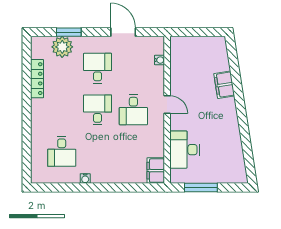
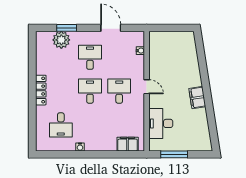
locker: (37, 79) -> (41, 90), moved
filing cabinet: (224, 85) -> (197, 98), moved
desk: (133, 110) -> (119, 91), turned 180
filing cabinet: (156, 171) -> (128, 144), moved, turned 90

